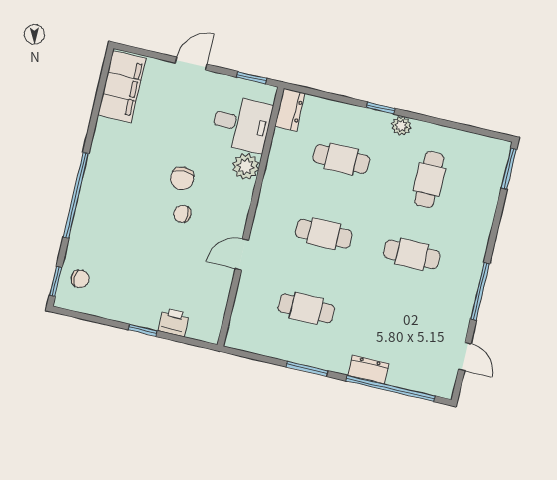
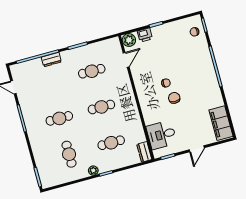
plant: (246, 166) -> (129, 40), moved
door: (242, 254) -> (126, 60), moved

